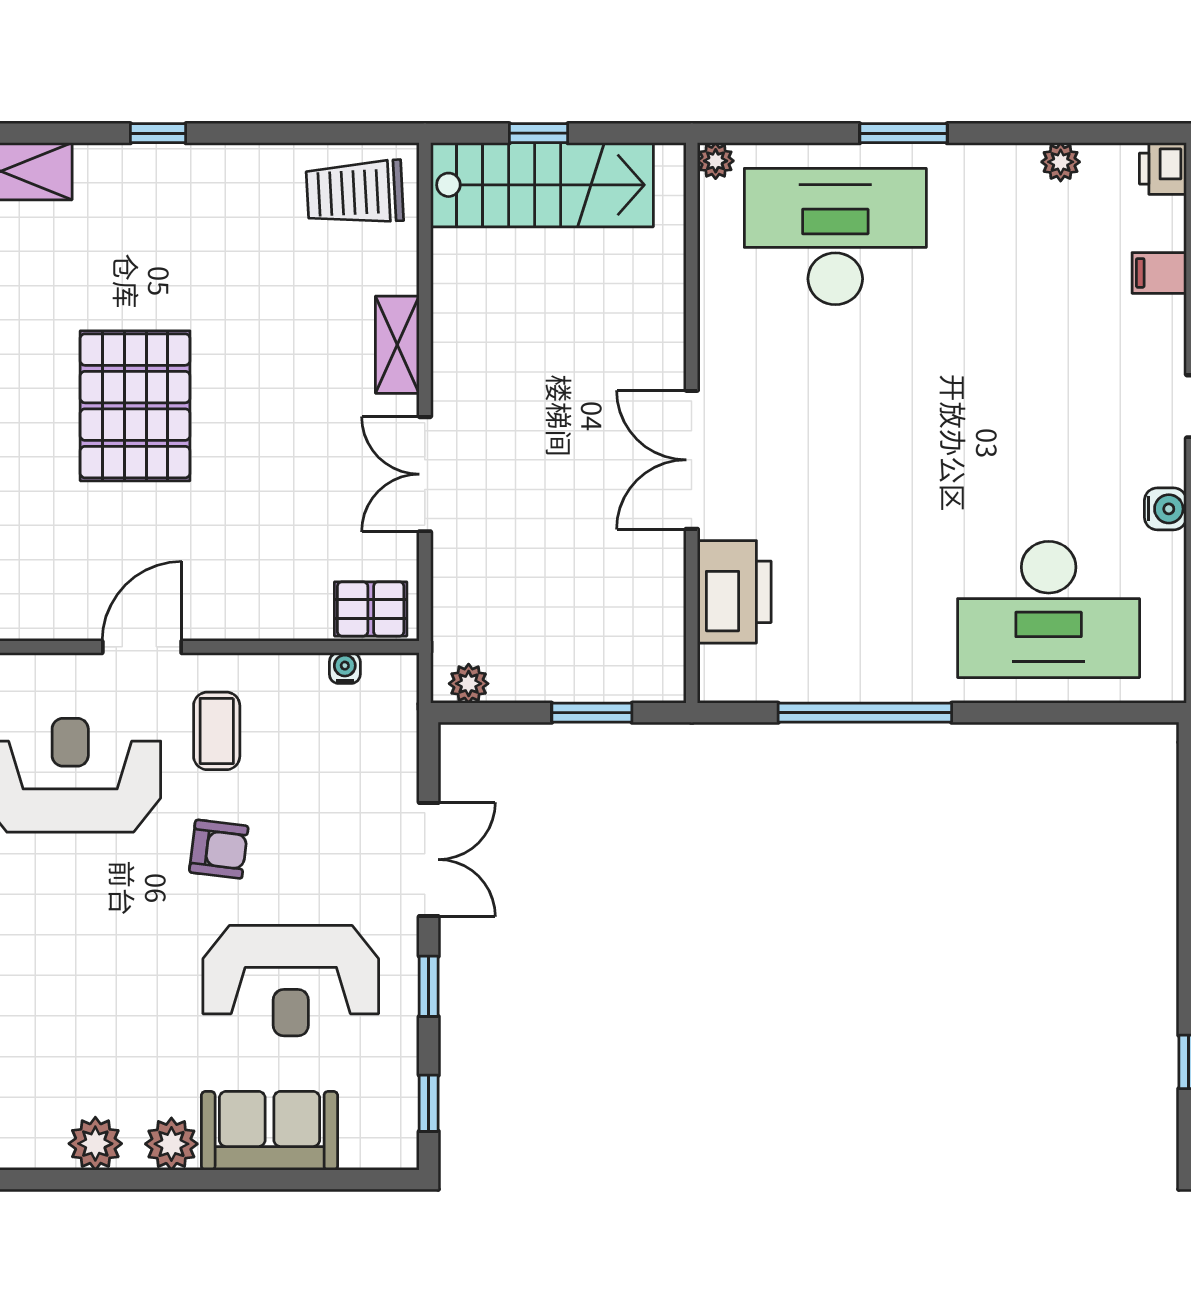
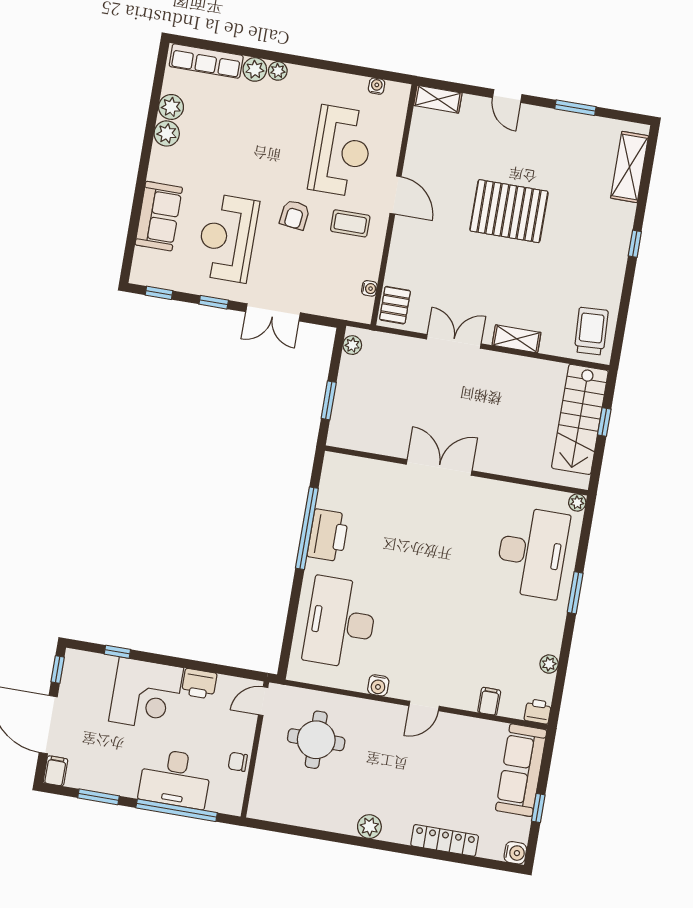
printer: (734, 592) -> (328, 535), moved, turned -90
plant: (171, 1144) -> (171, 107), moved

